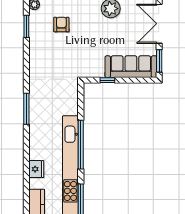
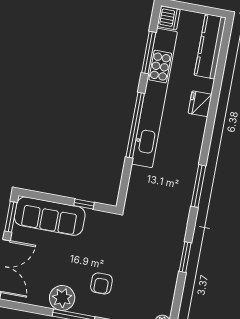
armchair: (61, 25) -> (101, 283), moved
window: (26, 26) -> (185, 257), moved

